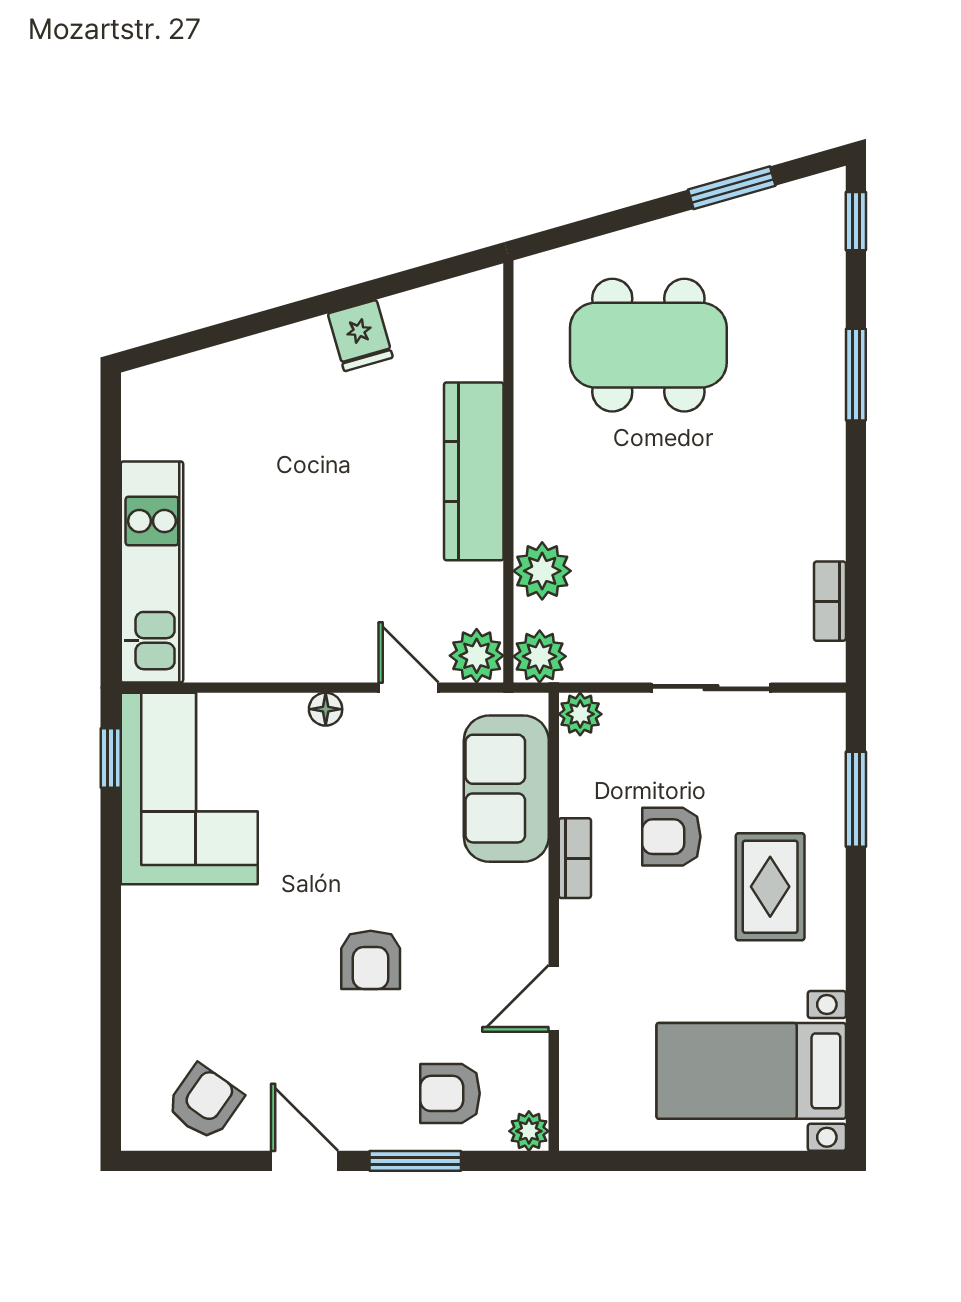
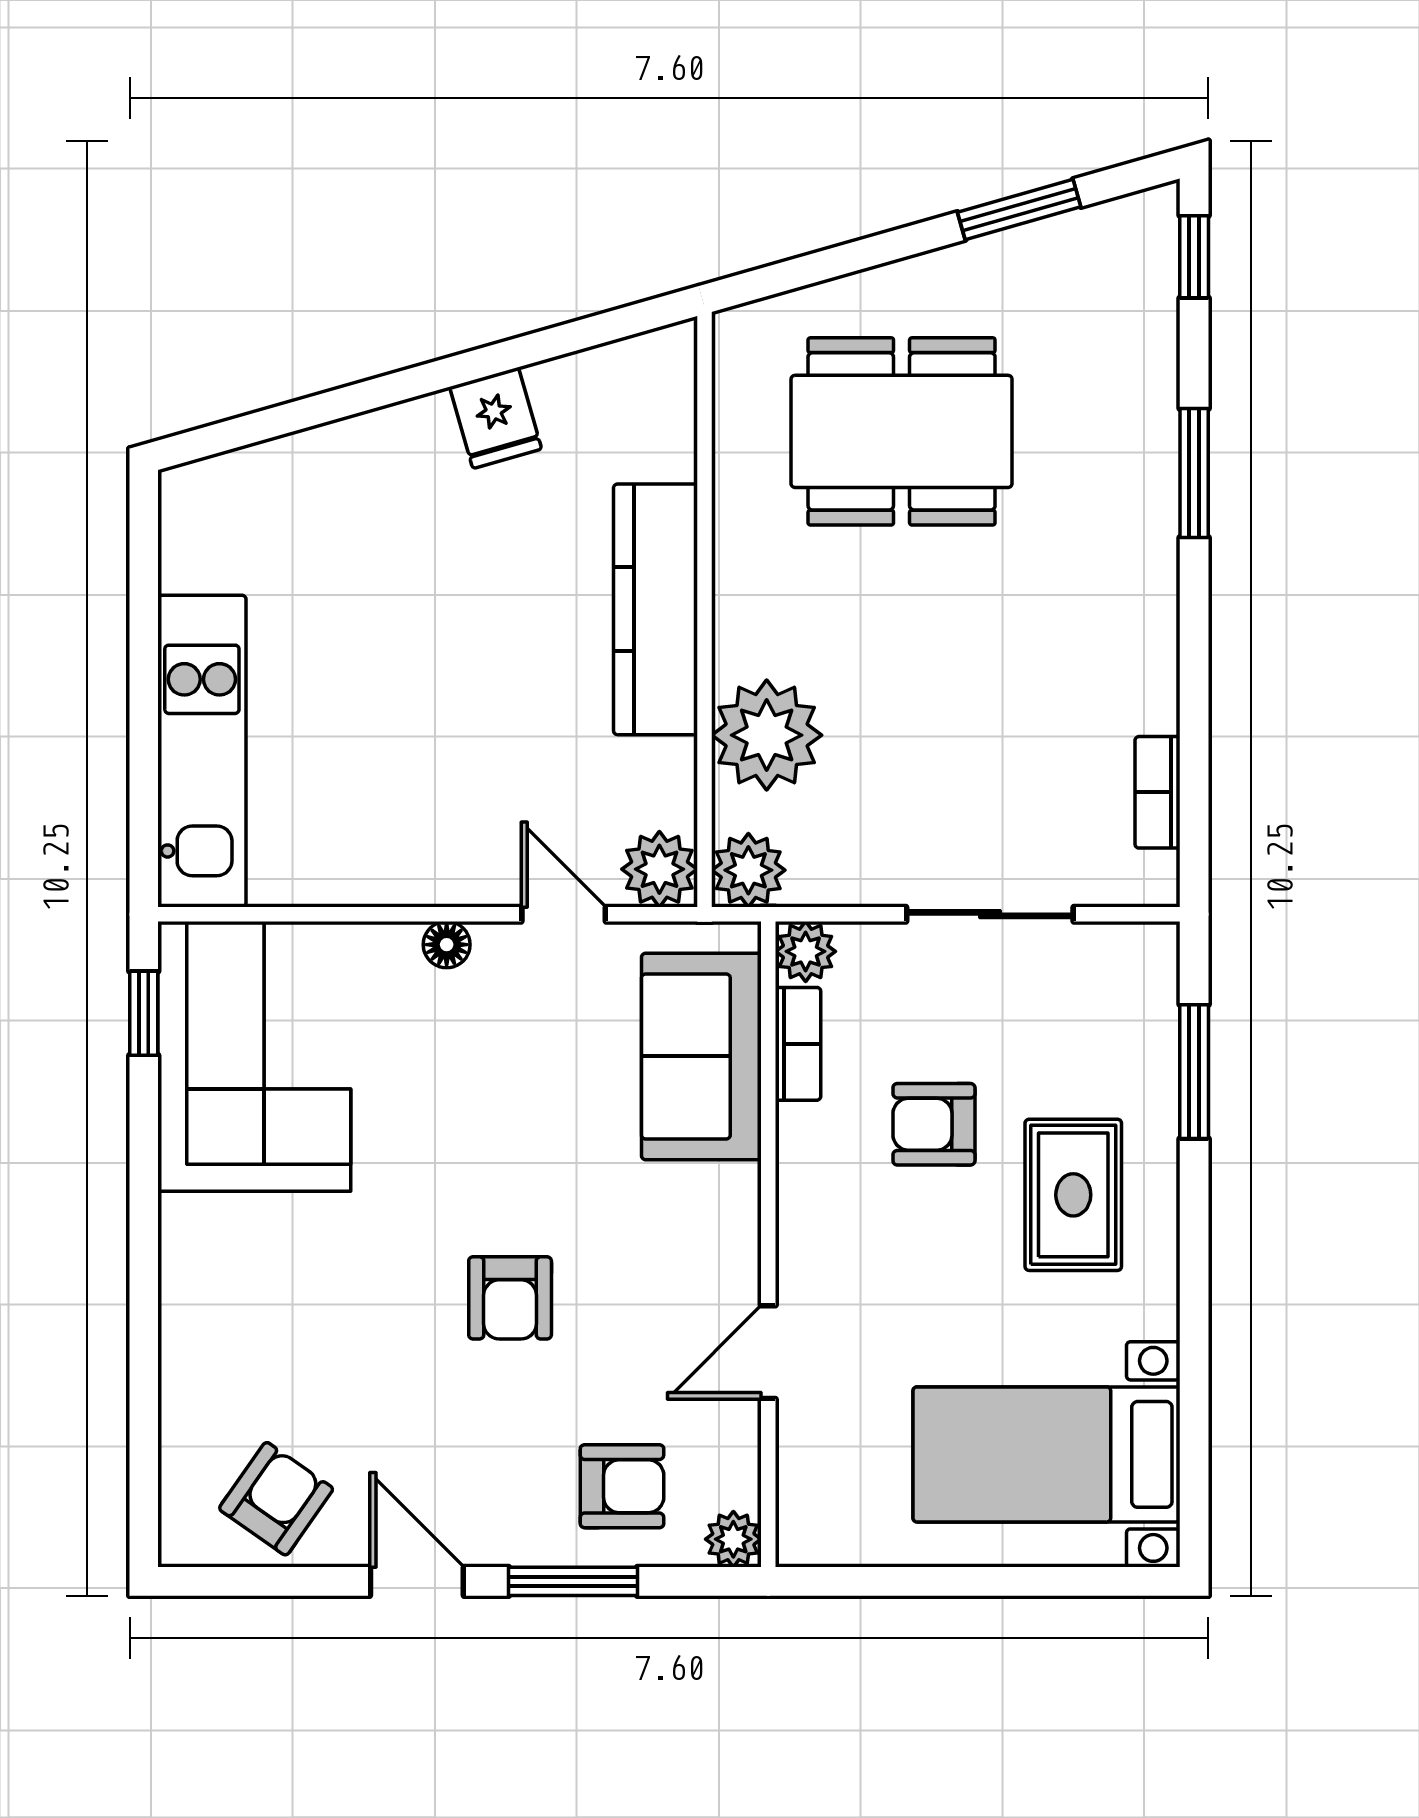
plant: (542, 571) -> (767, 735), width x1.36, depth x1.36
bookcase: (575, 858) -> (798, 1044), moved
armchair: (450, 1093) -> (622, 1486), turned 180

